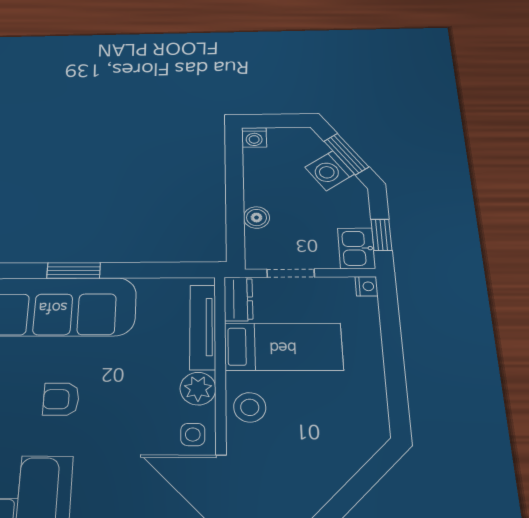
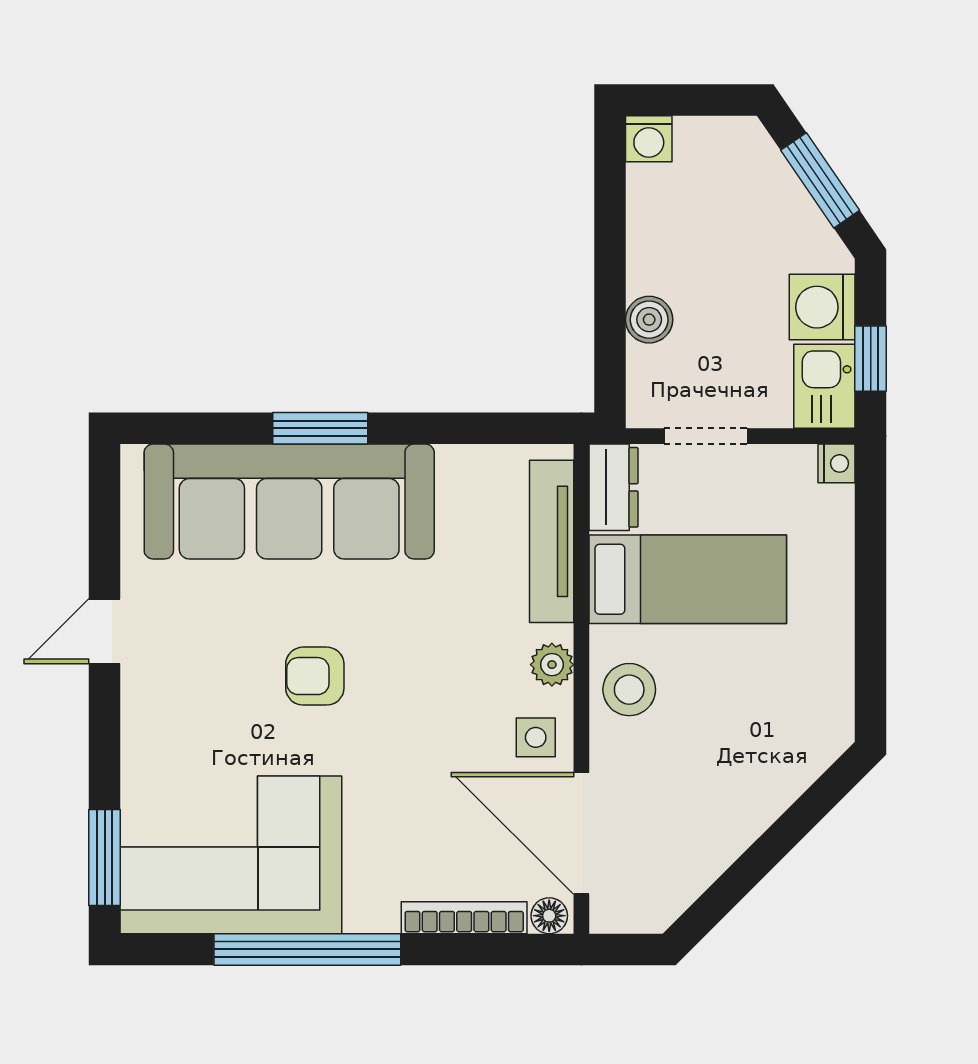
washing machine: (330, 171) -> (822, 307), moved, turned 34
plant: (198, 389) -> (552, 665), width x0.73, depth x0.73

